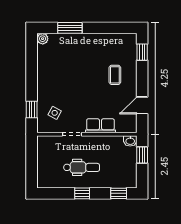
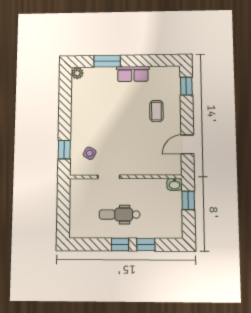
row of seats: (100, 126) -> (133, 74), moved, turned 180
dental chair: (82, 167) -> (120, 215), turned 180
window: (119, 193) -> (146, 245), moved

